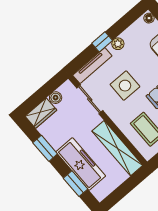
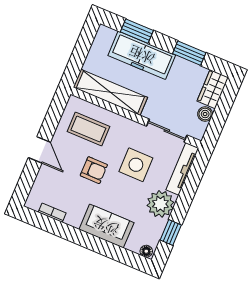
window: (102, 42) -> (171, 232), moved
plant: (118, 44) -> (160, 204), width x1.88, depth x1.88

